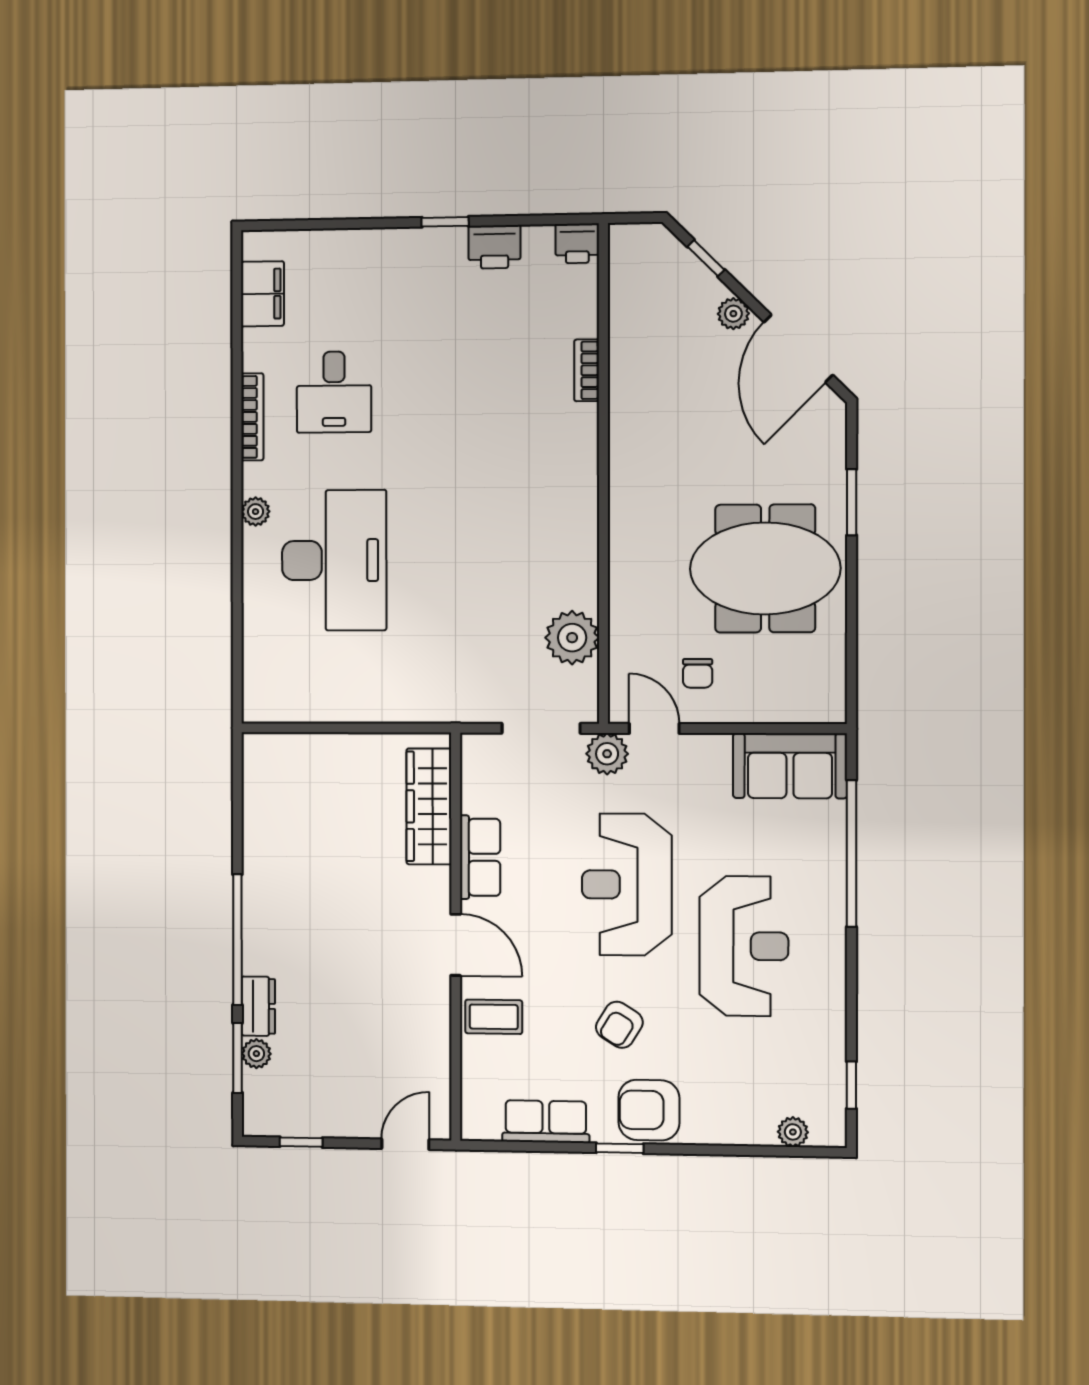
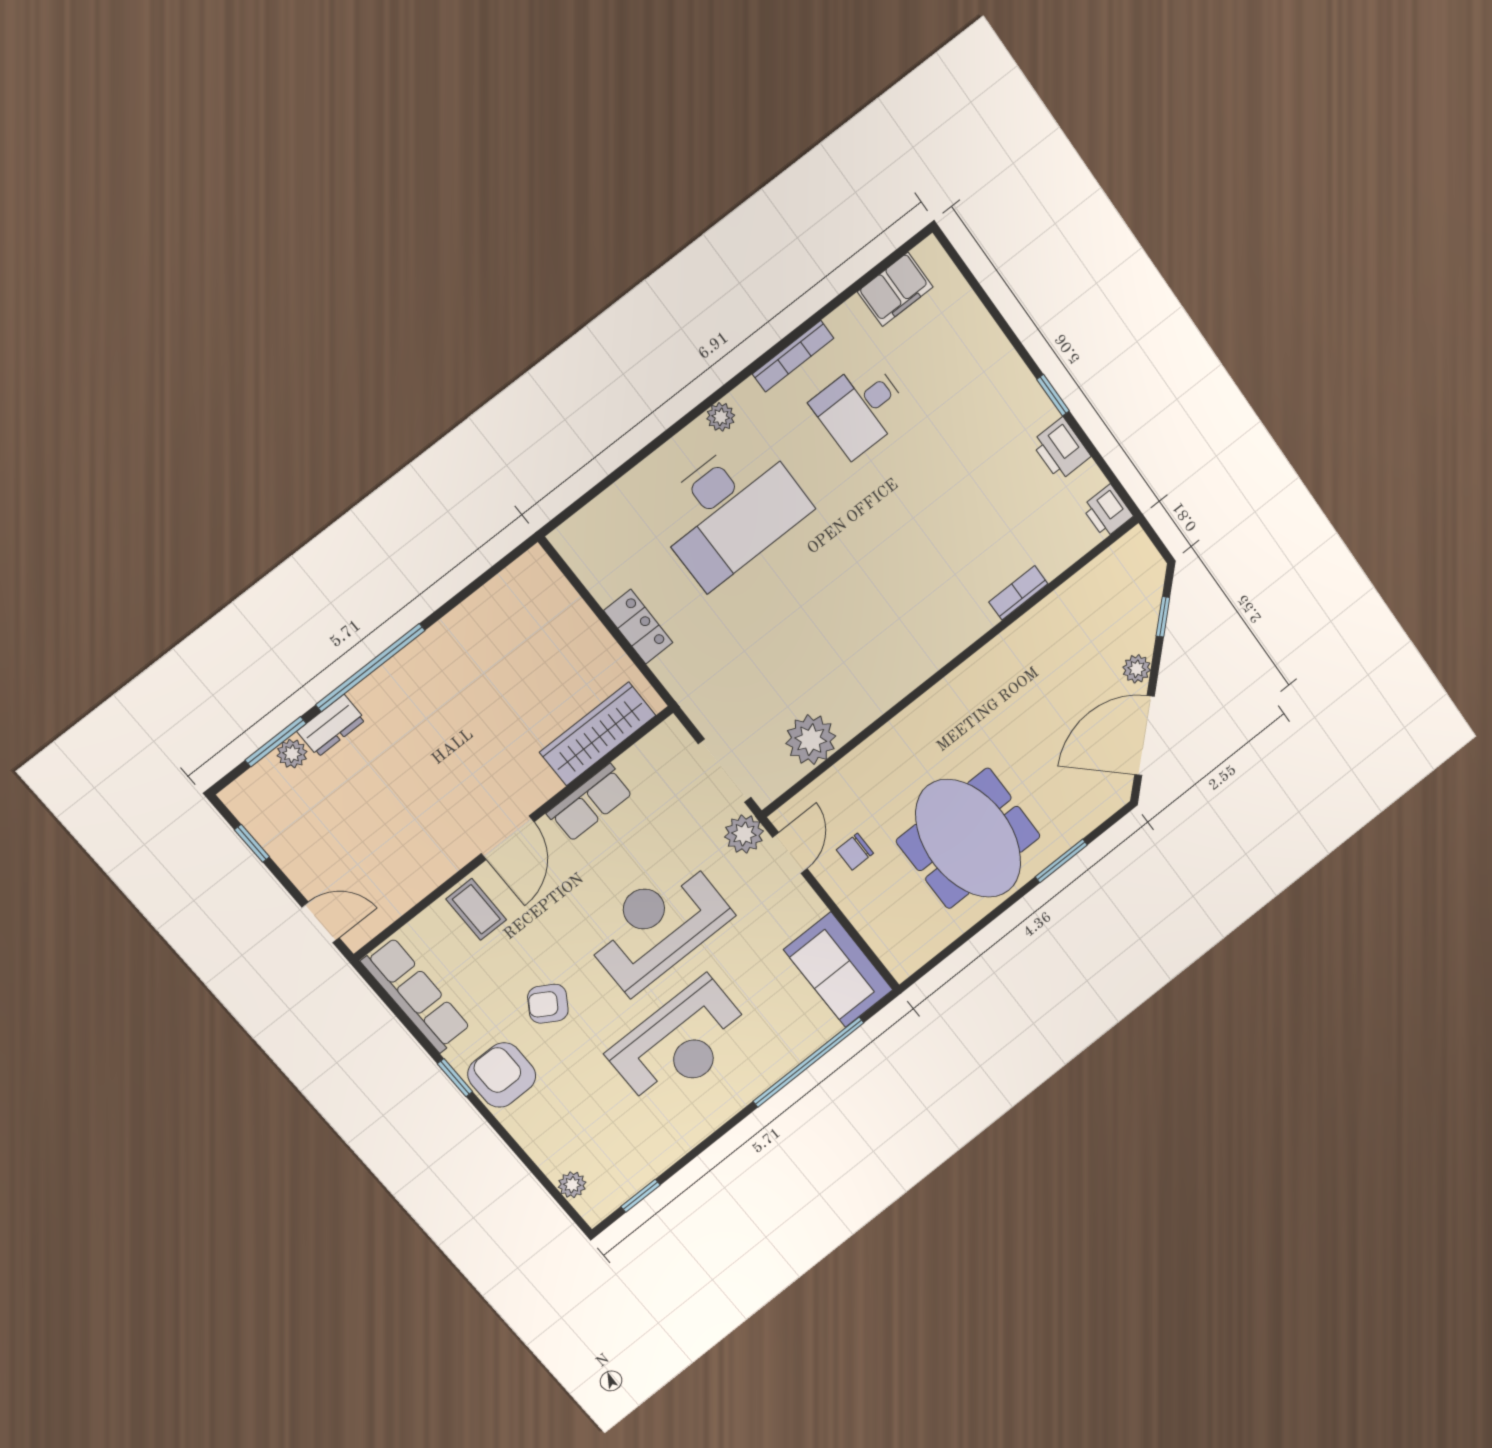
locker: (369, 706) -> (638, 627), added
row of seats: (546, 1122) -> (416, 995), width x1.48

